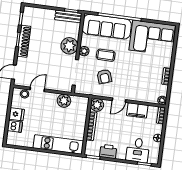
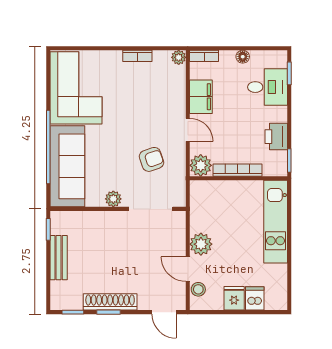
bench: (68, 16) -> (59, 258), moved
plant: (69, 46) -> (108, 225), removed
coffee table: (106, 55) -> (115, 162), removed
plant: (64, 101) -> (201, 244), moved

